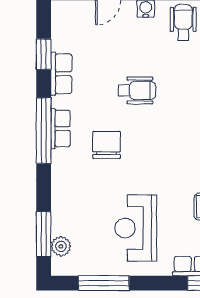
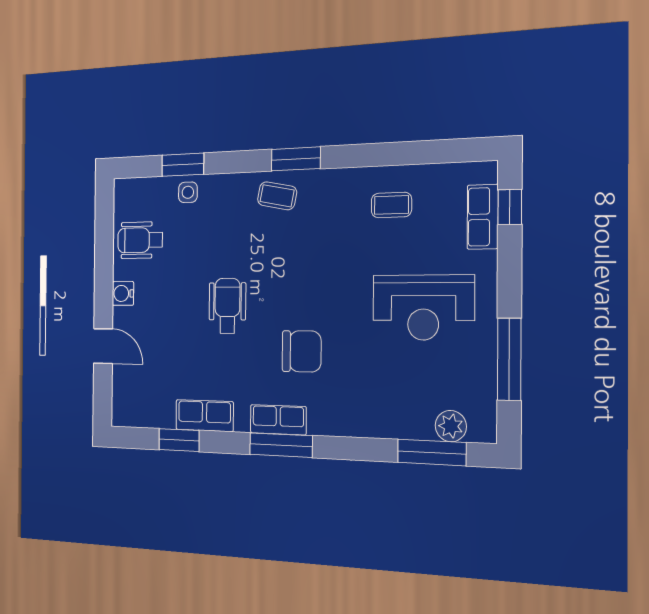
window: (44, 131) -> (281, 445), width x0.68
chair: (107, 145) -> (302, 351), turned 180

